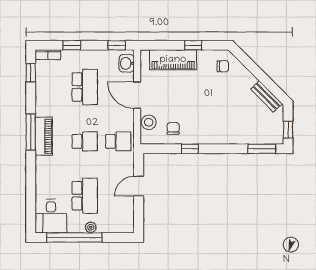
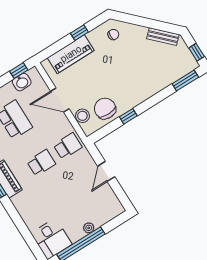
washbasin: (127, 63) -> (22, 82), moved, turned -90
chair: (173, 128) -> (105, 109), width x1.87, depth x1.87
school desk: (85, 196) -> (68, 206), removed

